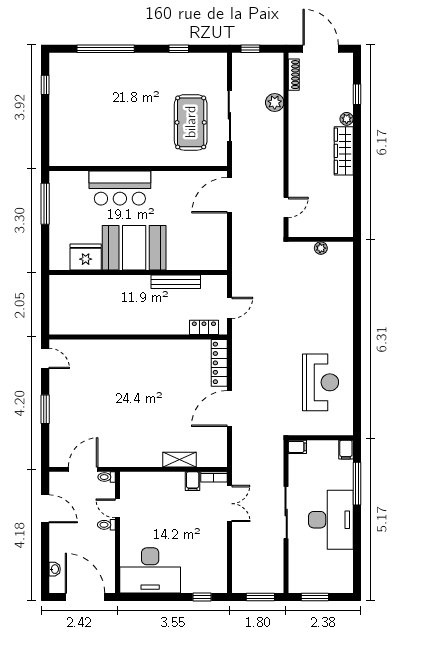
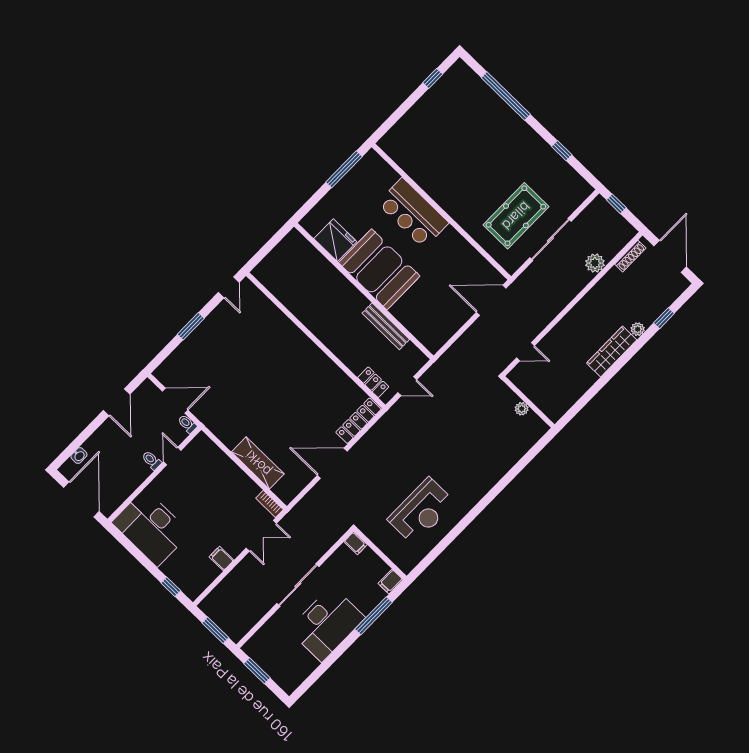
shelving: (179, 460) -> (258, 463), width x1.50, depth x1.33
filing cabinet: (193, 481) -> (221, 559), moved, turned 90

